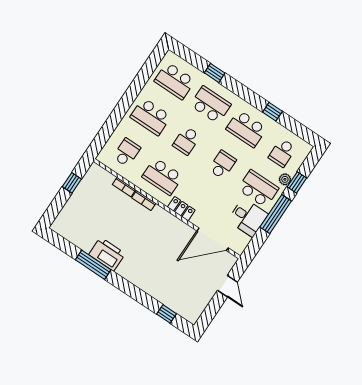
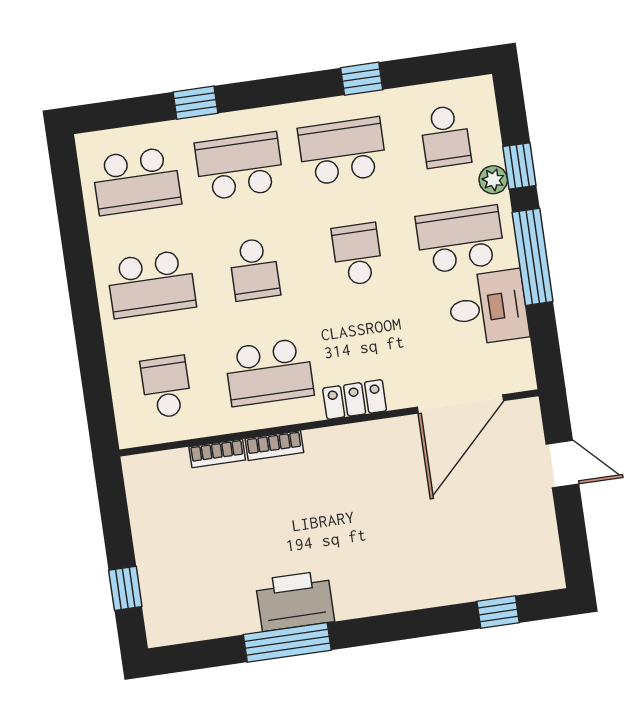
school desk: (246, 129) -> (342, 151), turned 180
window: (72, 183) -> (125, 588), moved

